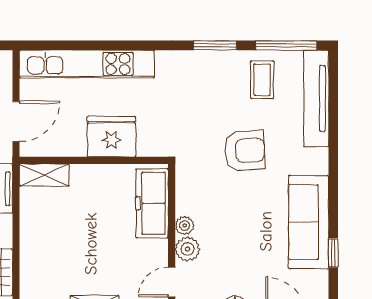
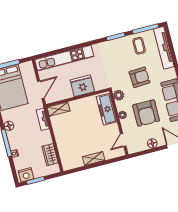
armchair: (239, 235) -> (146, 113), added
plant: (187, 249) -> (119, 95), moved

